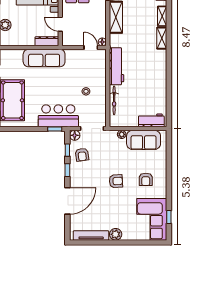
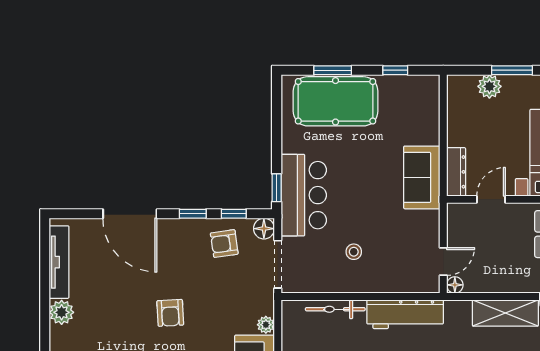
sofa: (44, 58) -> (422, 177), width x0.73

